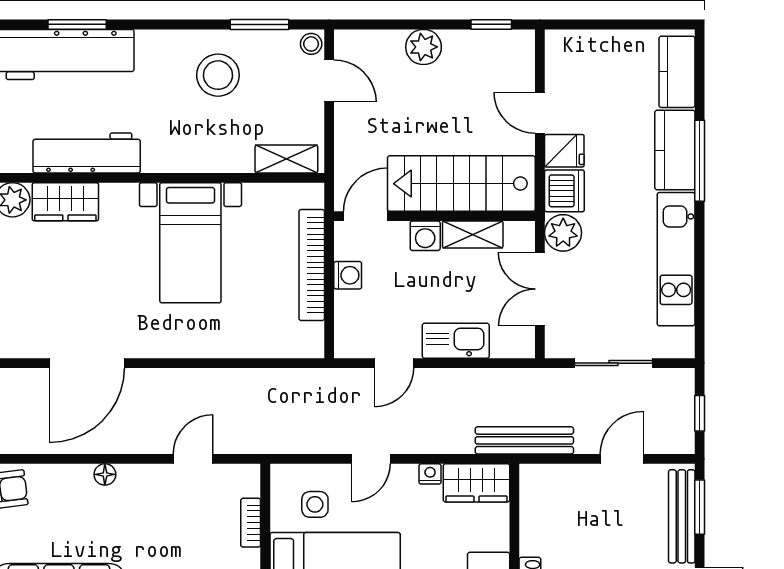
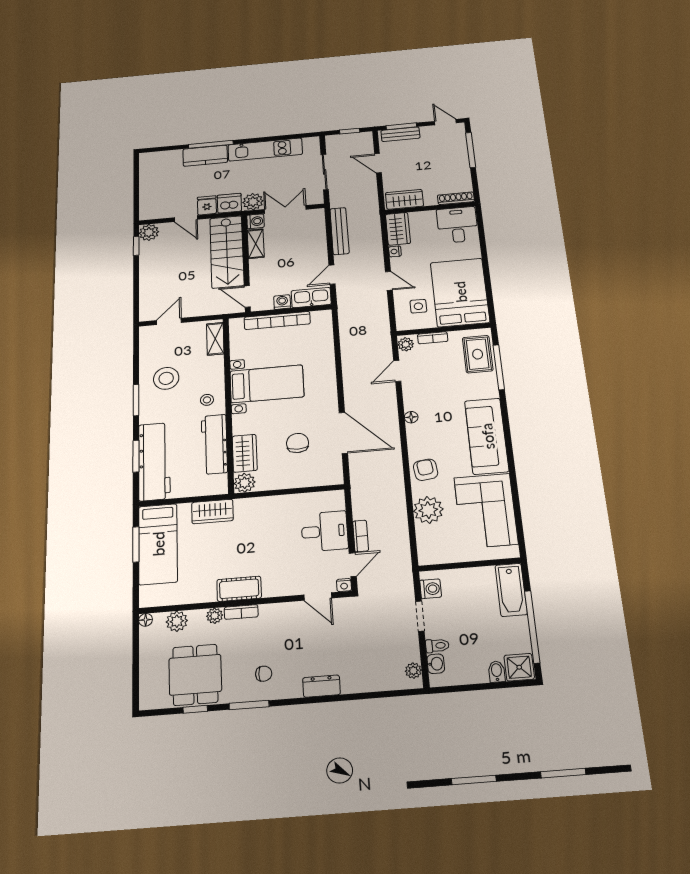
window: (260, 24) -> (136, 400), moved
stool: (311, 44) -> (207, 400), moved
plant: (424, 47) -> (149, 232), moved
kitchen counter: (677, 72) -> (162, 159), removed
door: (540, 113) -> (186, 219), hinge flipped
washing machine: (425, 236) -> (255, 221), moved
chair: (76, 288) -> (298, 443), added
double door: (540, 289) -> (285, 209), swing flipped
kitchen sink: (456, 341) -> (311, 298), moved, turned 90
door: (394, 363) -> (332, 275), swing flipped
bench: (524, 440) -> (340, 231), moved
door: (193, 459) -> (397, 371), hinge flipped
plant: (243, 477) -> (406, 344), added
wardrobe: (538, 499) -> (404, 199), added
bench: (682, 516) -> (400, 134), width x0.73

